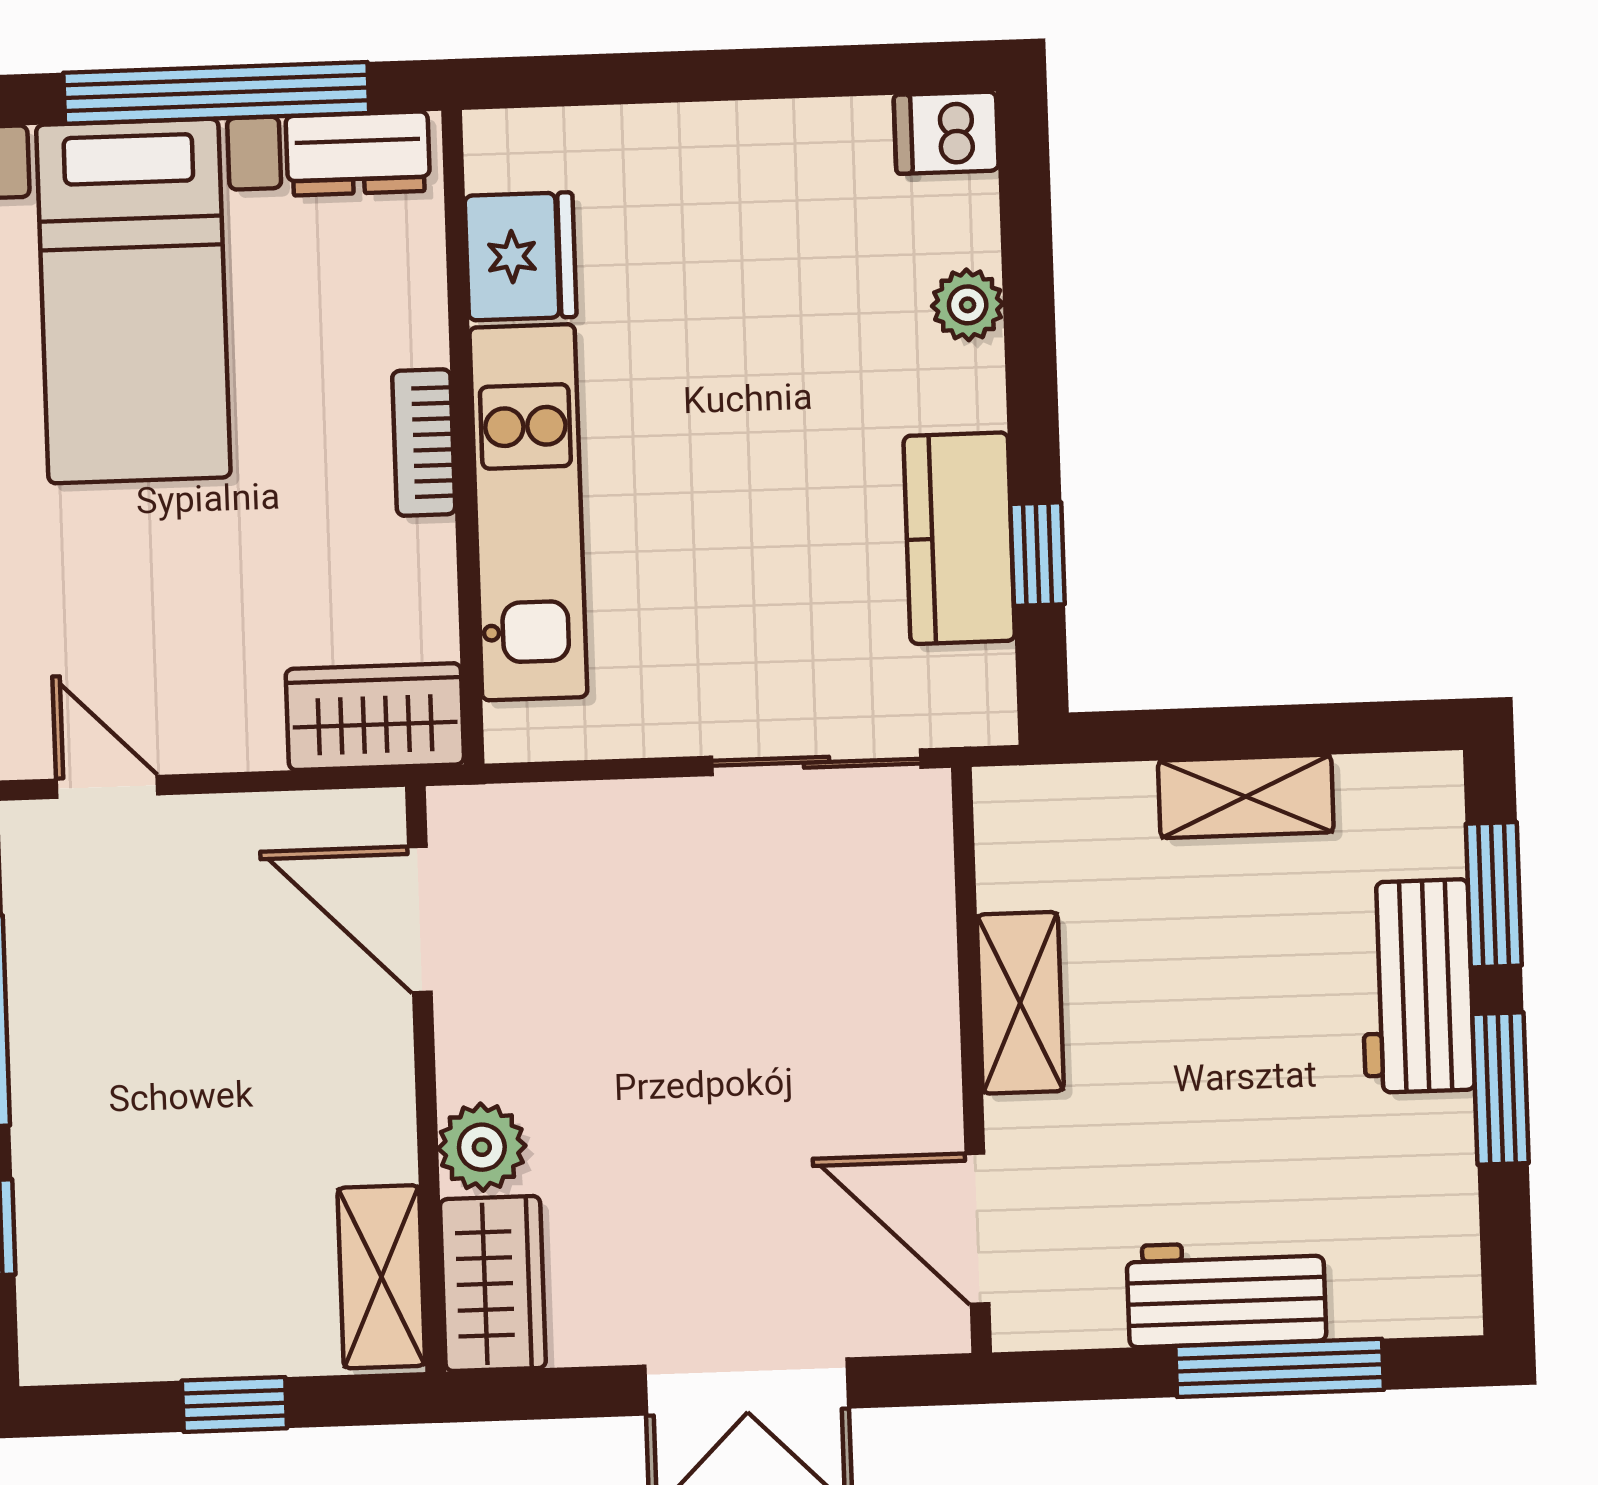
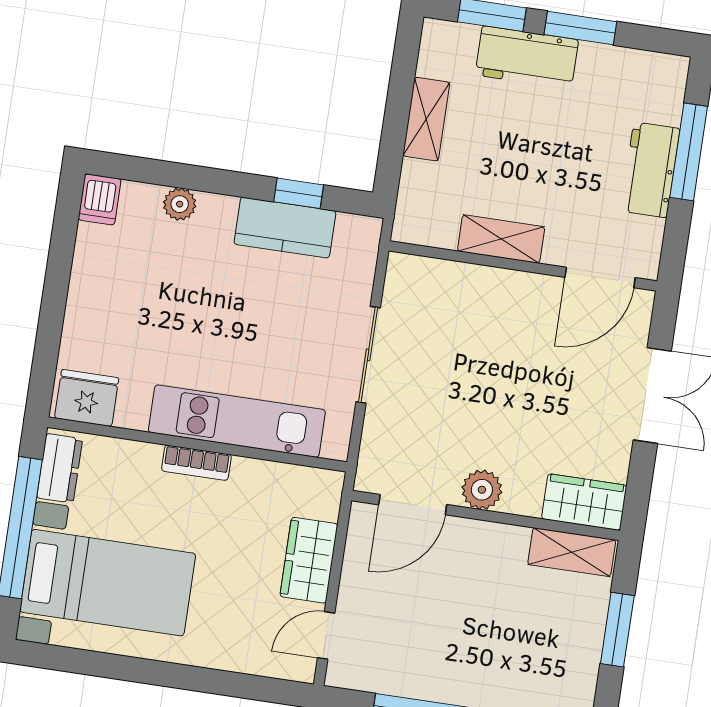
fridge: (521, 256) -> (87, 398), moved
wardrobe: (375, 717) -> (309, 560), moved
sliding door: (816, 762) -> (368, 355), moved
plant: (482, 1147) -> (482, 490), moved
window: (234, 1404) -> (617, 630), width x1.50

